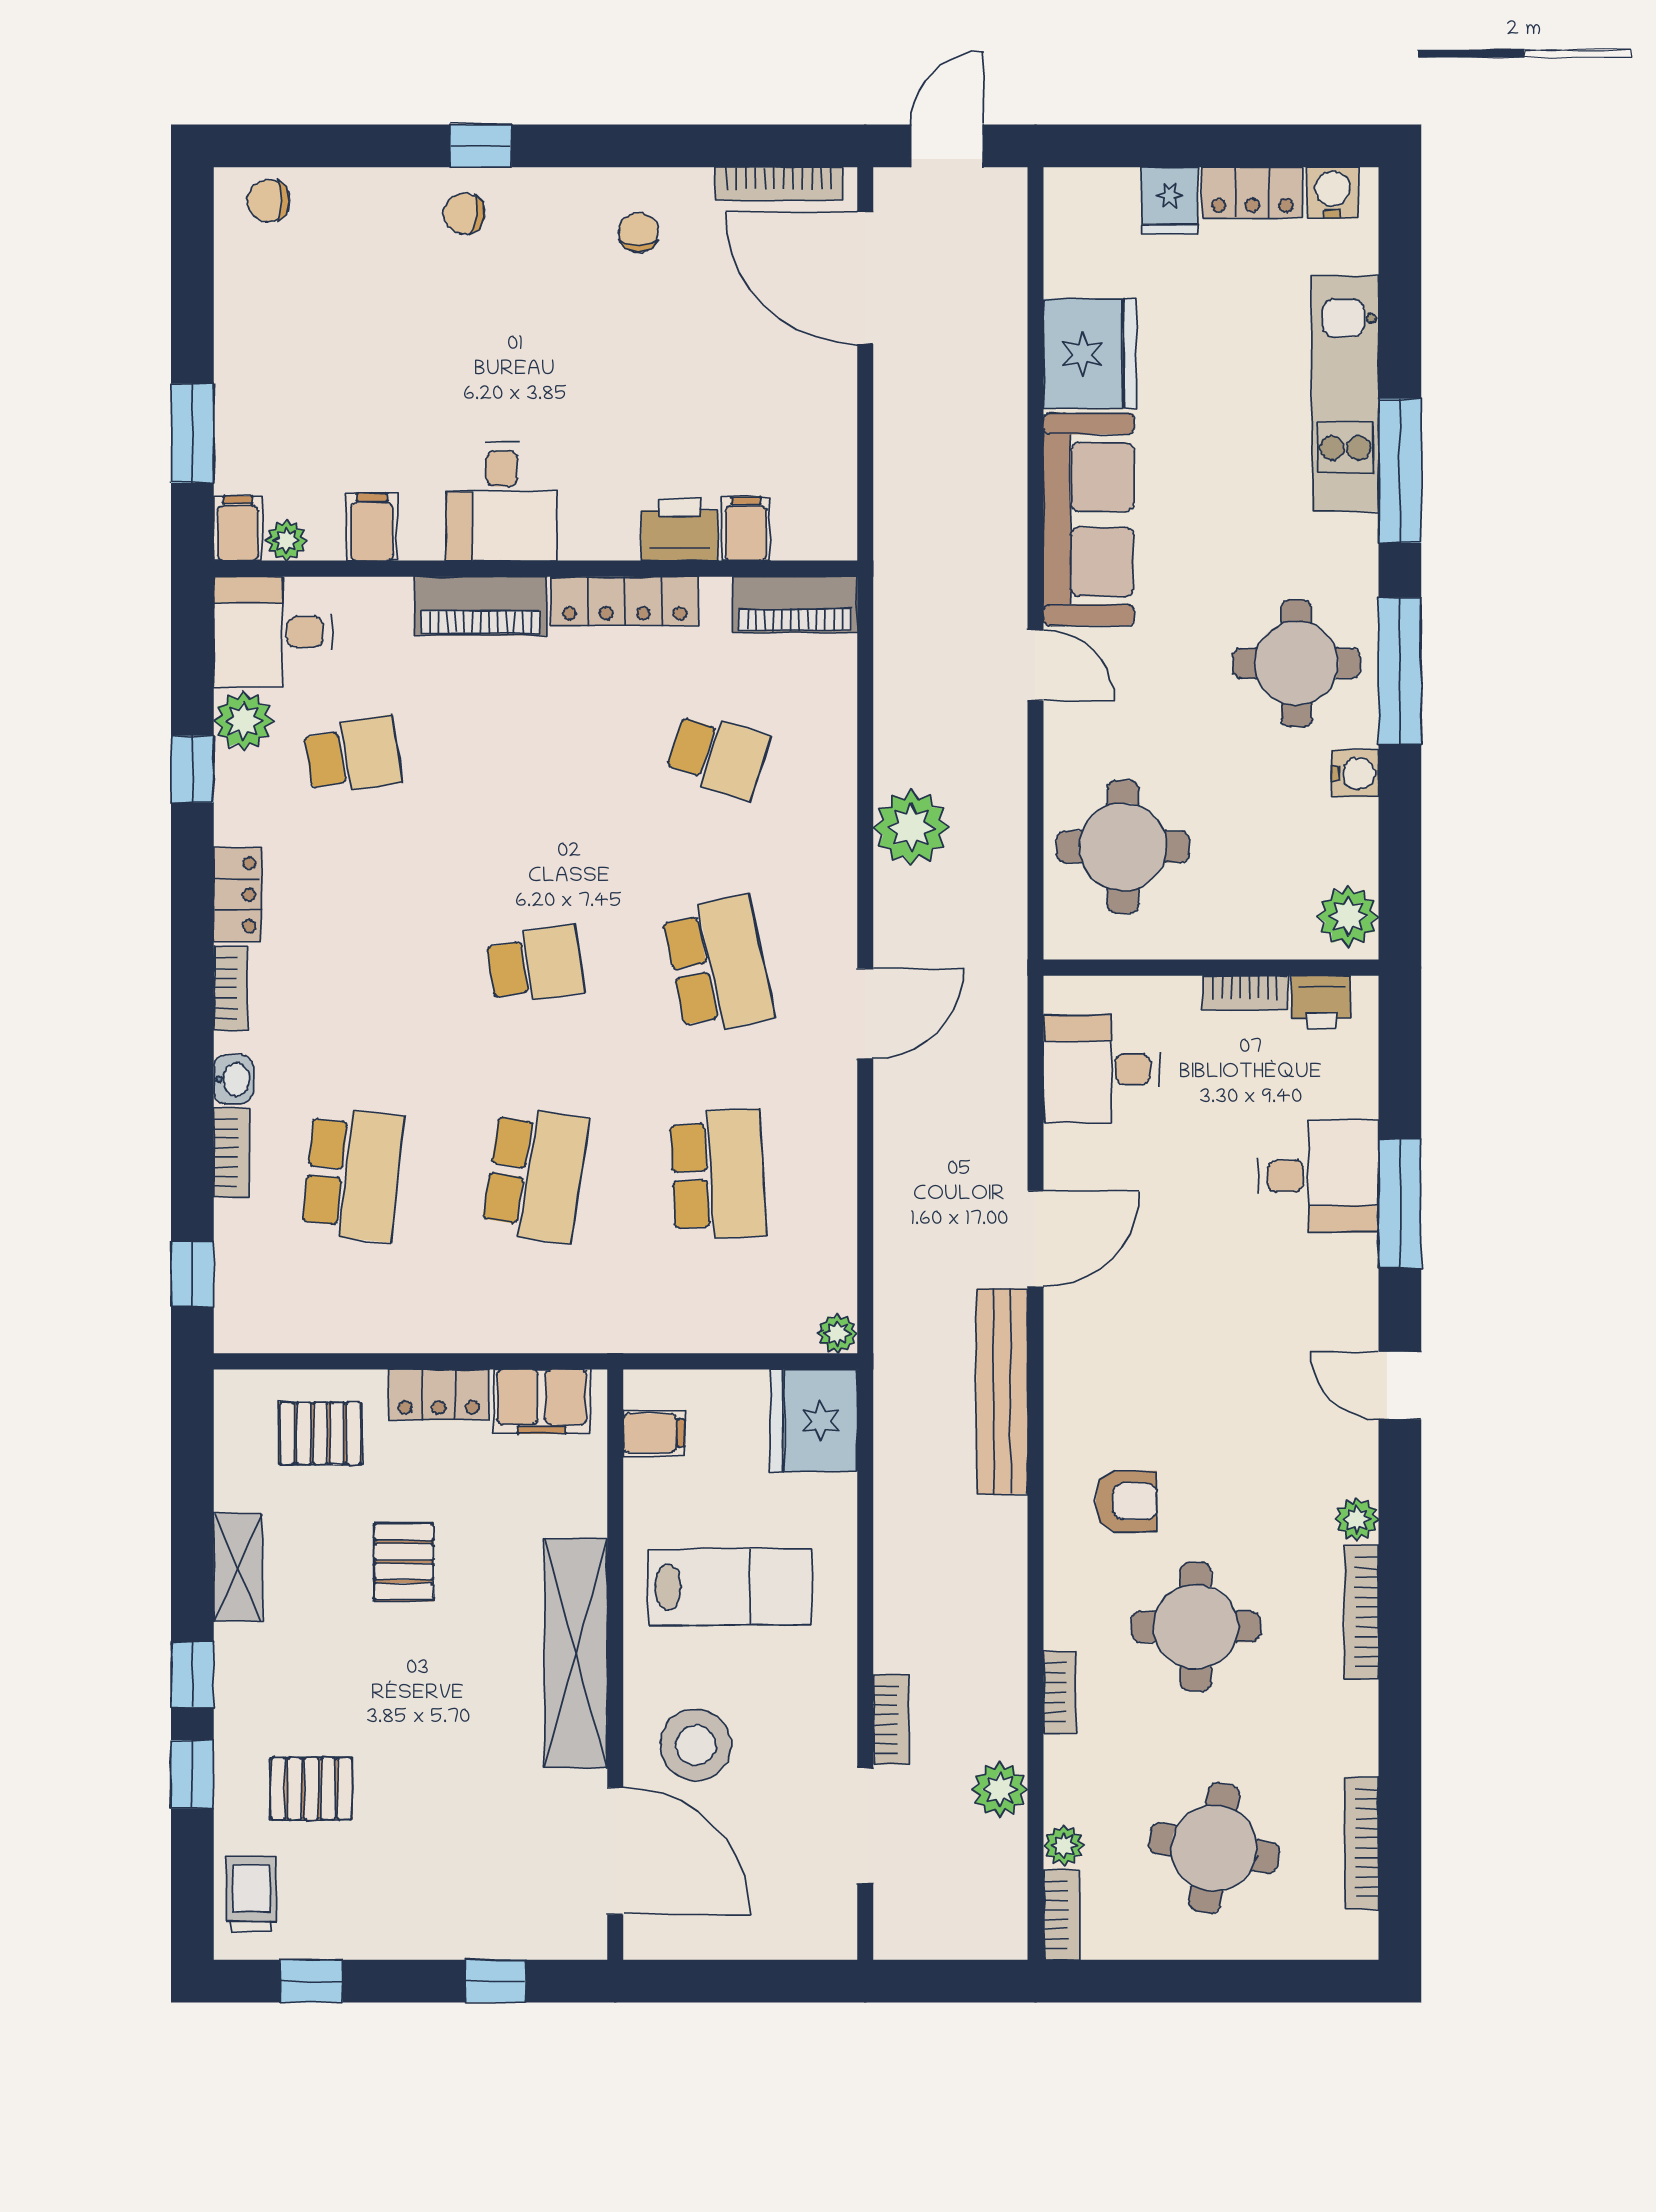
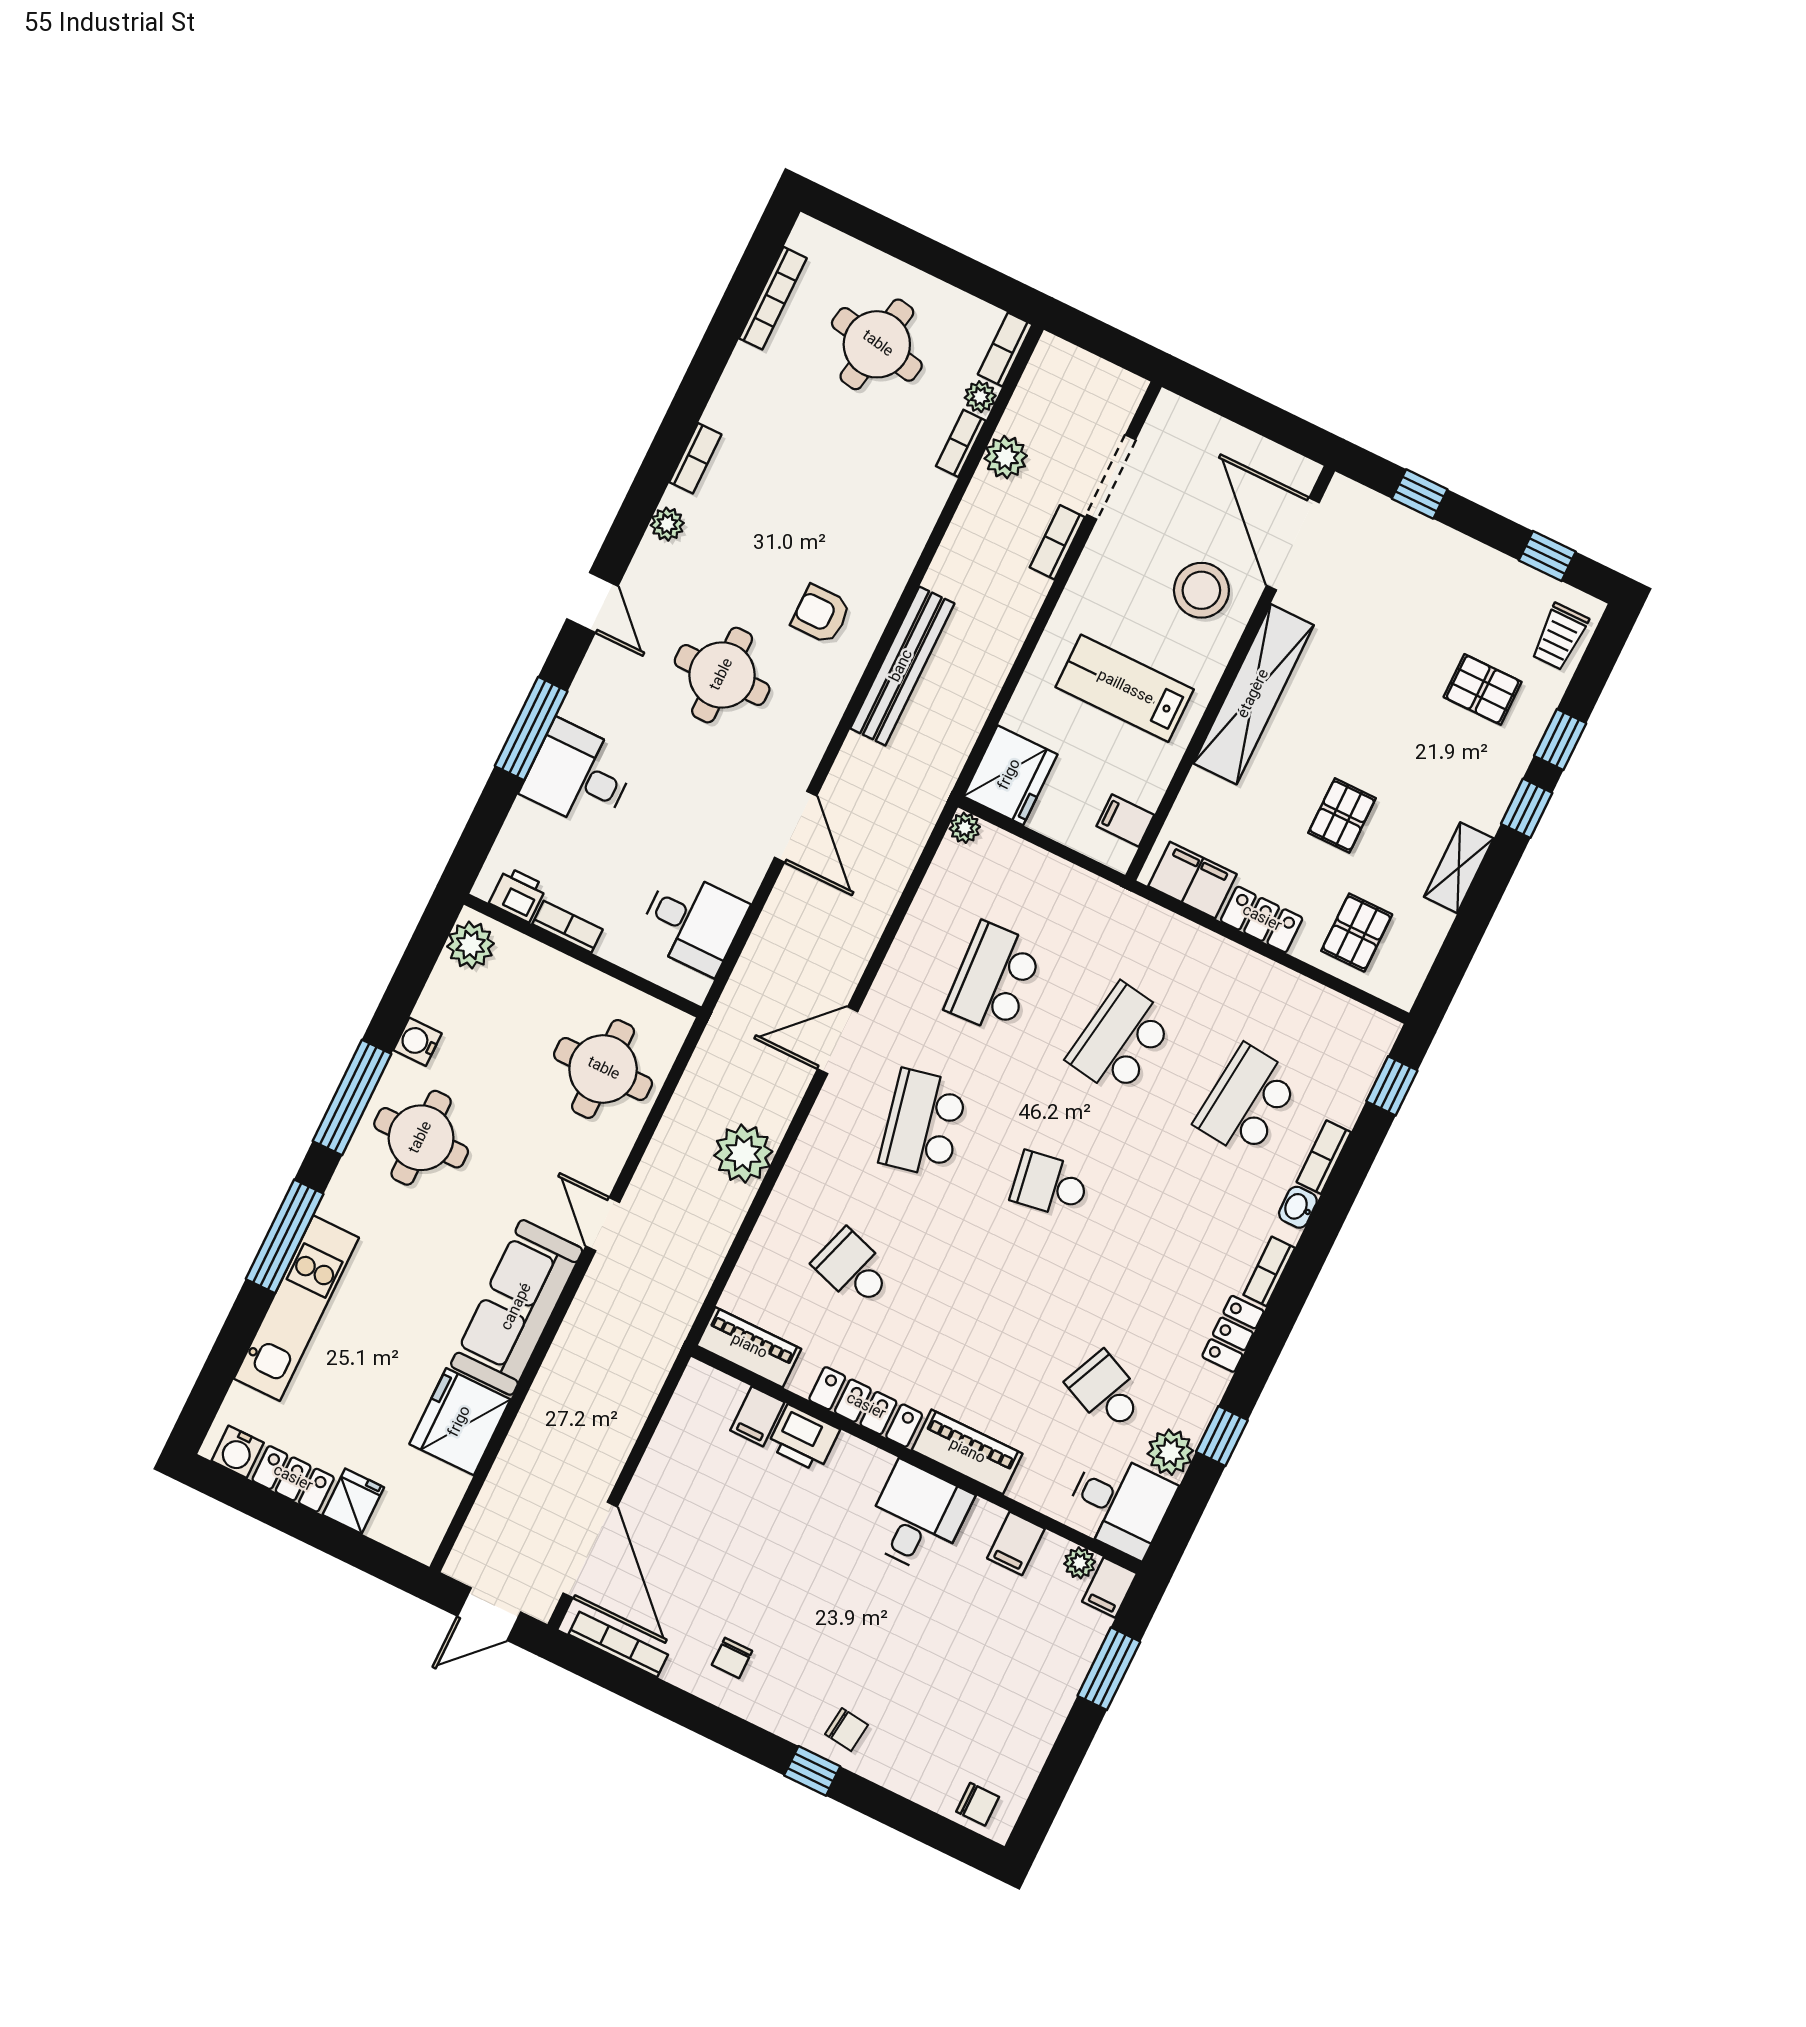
school desk: (353, 755) -> (1106, 1391), turned 33
door: (1035, 1239) -> (796, 827), swing flipped
bench: (1002, 1391) -> (902, 666), moved
pallet: (320, 1433) -> (1357, 933), turned 90
bookcase: (1361, 1612) -> (695, 458), width x0.64
round table: (1196, 1627) -> (722, 675), moved
bookcase: (1060, 1692) -> (961, 443), moved

